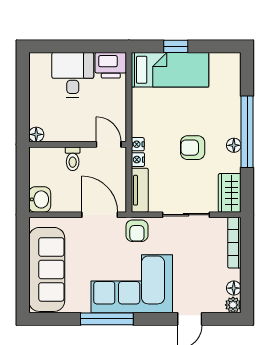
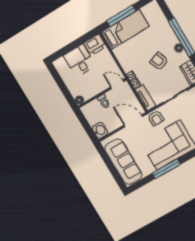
window: (176, 46) -> (121, 16), width x2.17
armchair: (193, 148) -> (159, 61), turned 70

